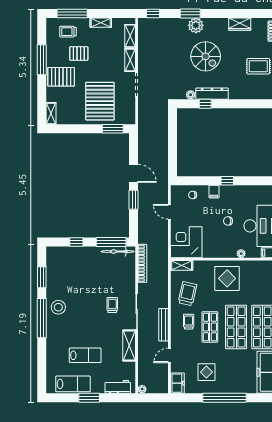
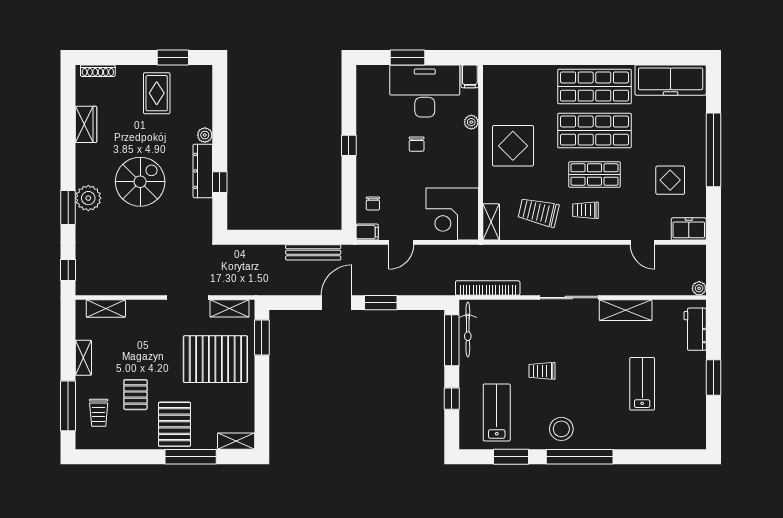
window: (42, 60) -> (191, 457), moved
shelving: (130, 60) -> (230, 308), moved
plant: (191, 95) -> (205, 135), moved
filing cabinet: (214, 192) -> (367, 232), moved
trolley: (112, 305) -> (542, 371), moved
bench: (164, 325) -> (313, 252), moved
lab bench: (73, 384) -> (497, 412), moved

